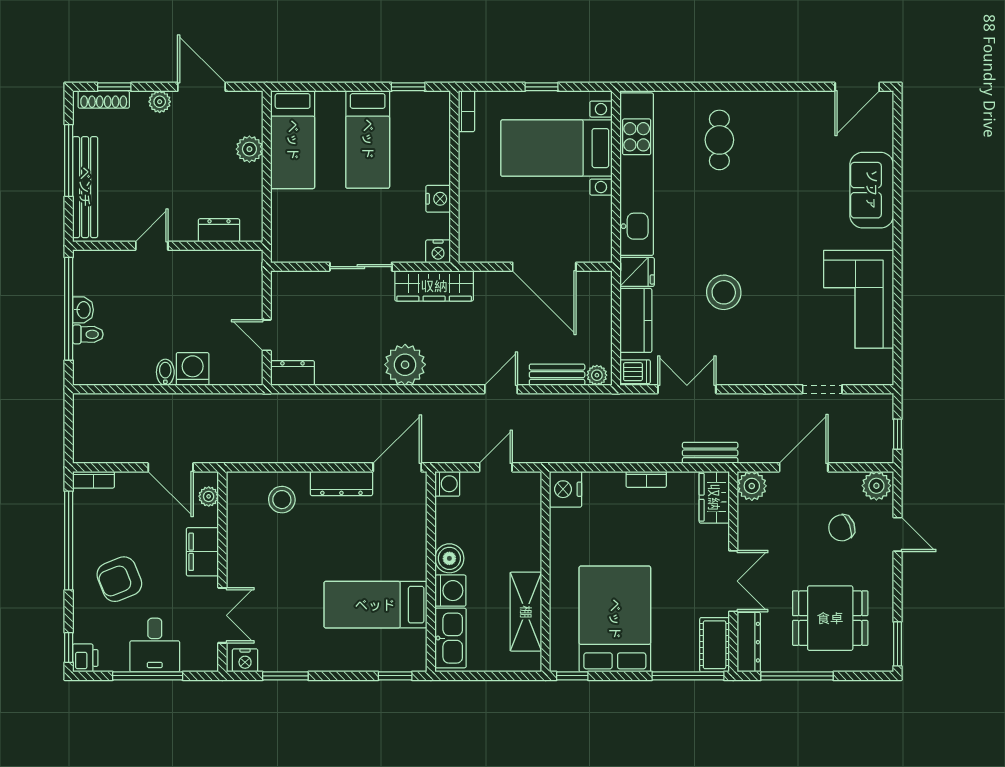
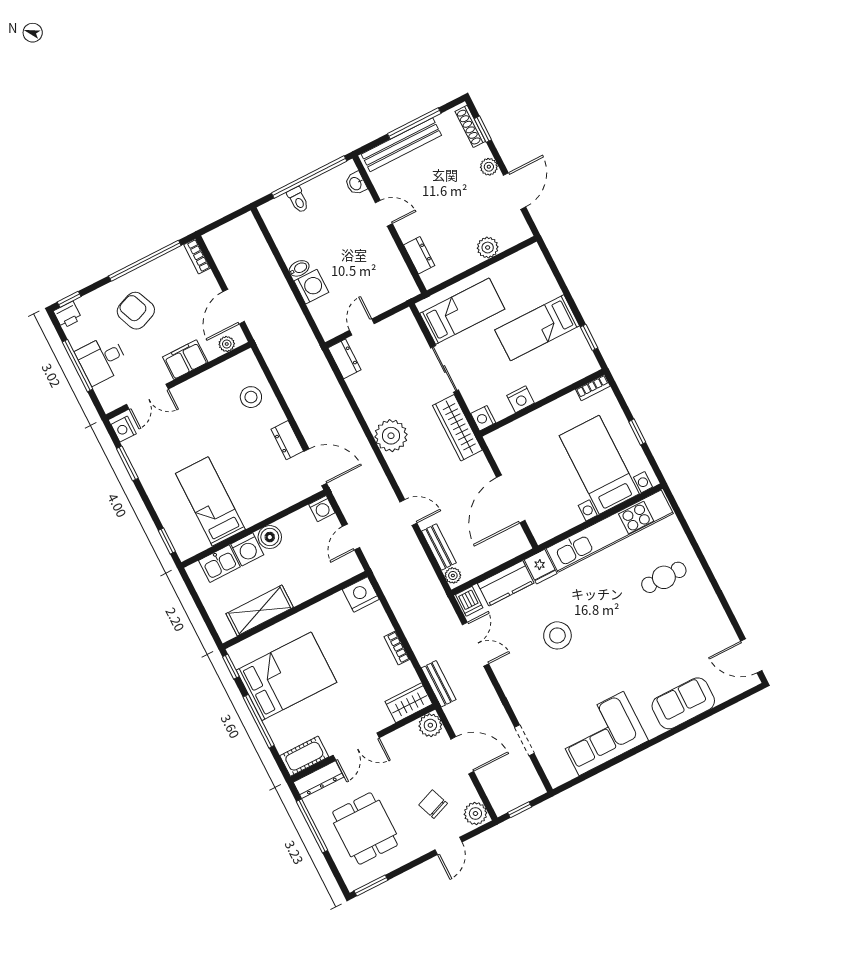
bed: (293, 140) -> (462, 311), moved, turned 180
washbasin: (83, 310) -> (356, 183), moved, turned 90
door: (496, 467) -> (351, 537), swing flipped
dresser: (341, 483) -> (287, 440), width x0.70
kitchen sink: (451, 638) -> (219, 564), width x0.73
window: (688, 676) -> (259, 721), moved

